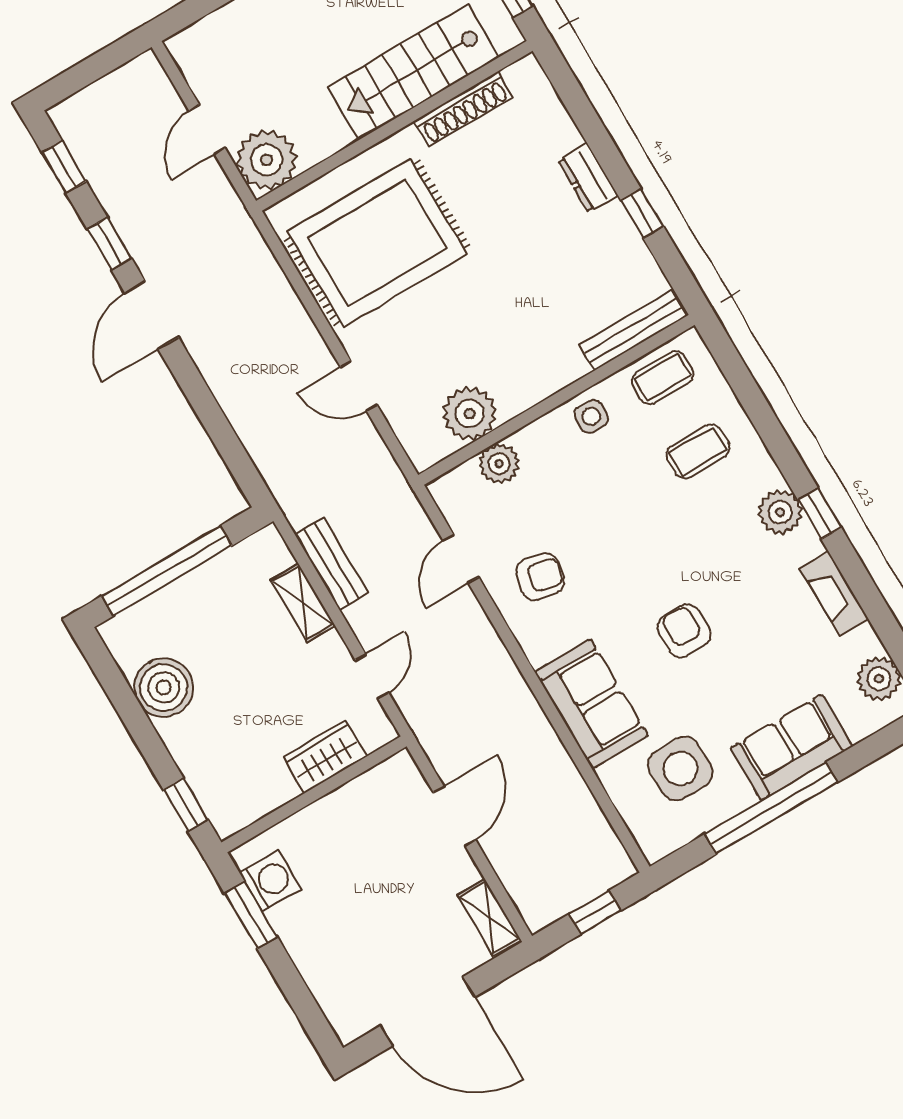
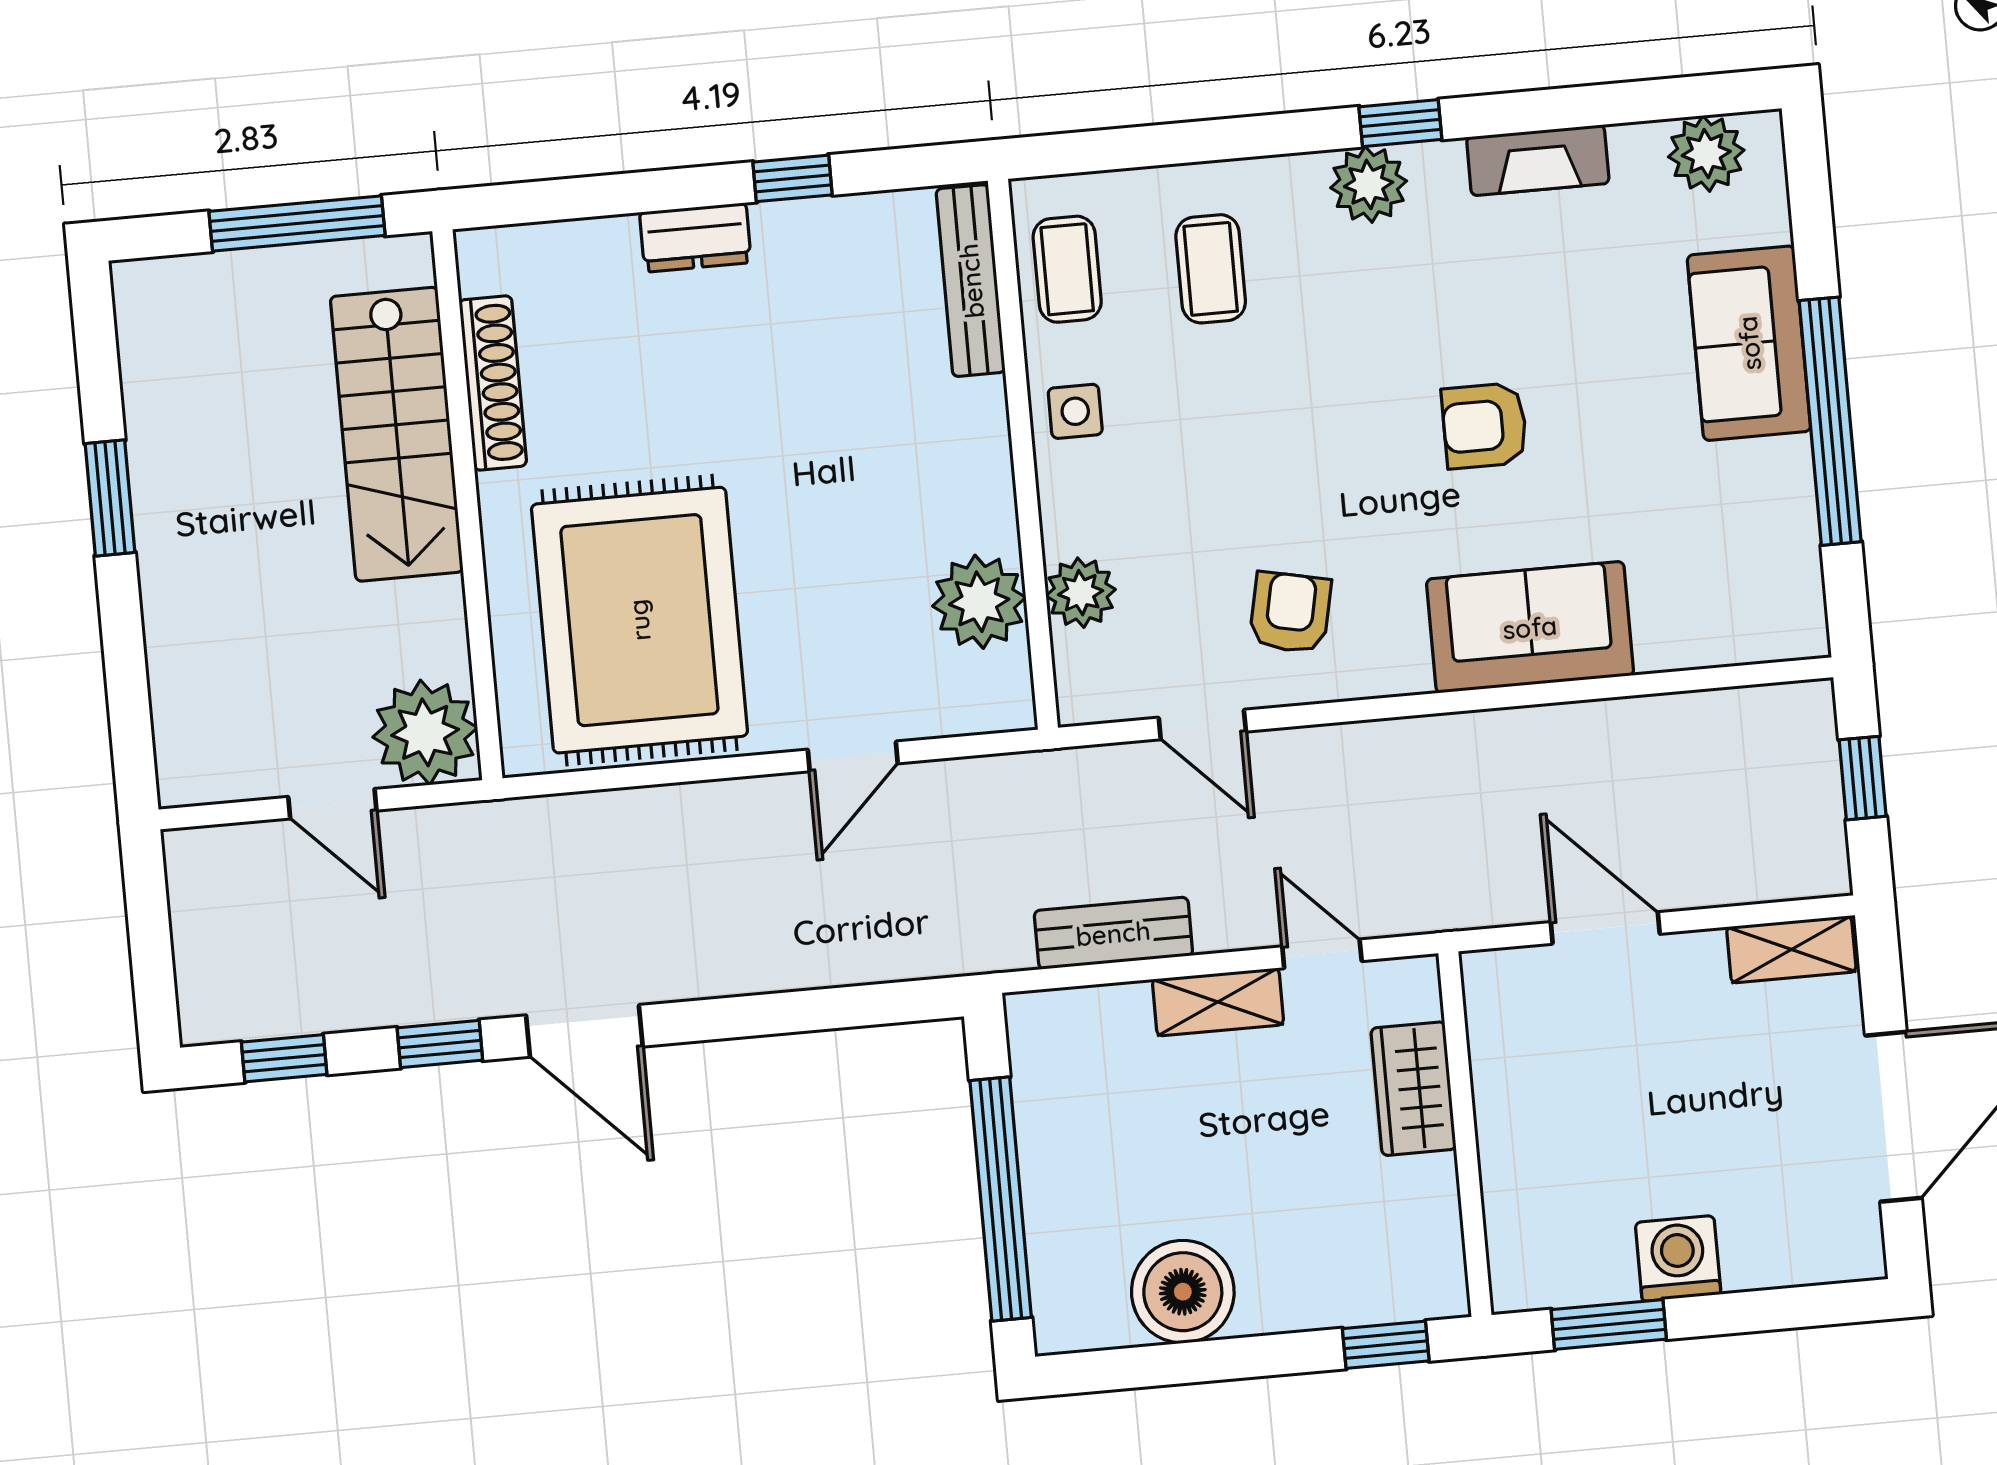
shelving: (303, 603) -> (1218, 1002), moved
side table: (680, 768) -> (1699, 535), removed
washing machine: (270, 881) -> (1678, 1258), moved

